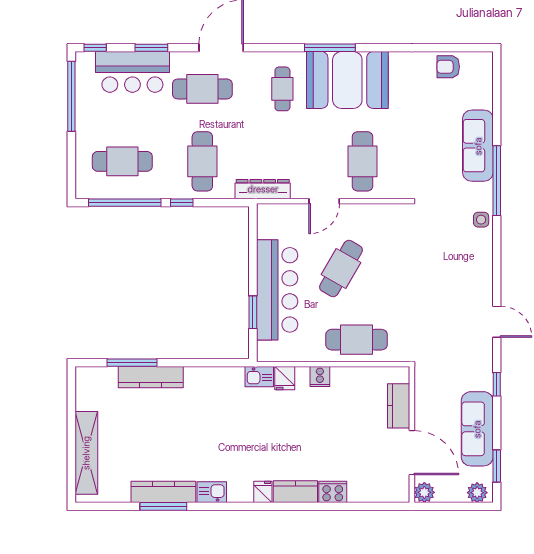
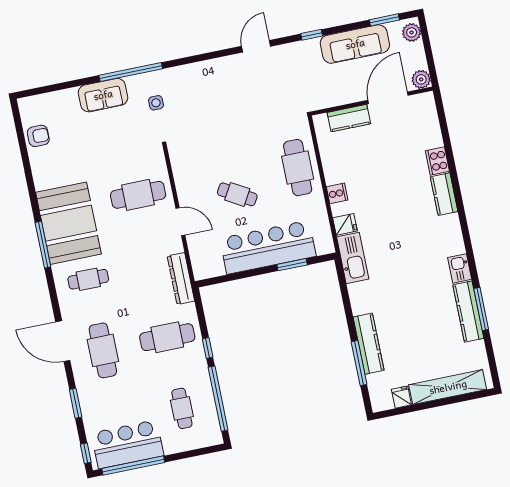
armchair: (448, 67) -> (38, 136), turned -90
bar counter: (132, 72) -> (128, 444), moved, turned -90
sofa: (478, 146) -> (103, 95), width x0.73
cafe table: (122, 161) -> (182, 408), width x0.73, depth x0.74
side table: (481, 220) -> (156, 103), moved
cafe table: (341, 269) -> (237, 194), width x0.73, depth x0.74
kitchen sink: (259, 377) -> (353, 258), width x1.88, depth x1.24
fridge: (263, 492) -> (401, 397), moved, turned 90

